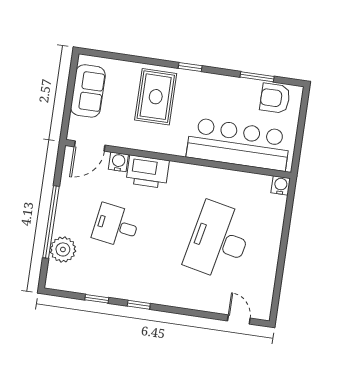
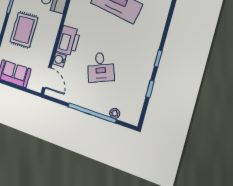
rug: (156, 97) -> (24, 30), turned 90
desk: (116, 226) -> (100, 67), turned -30
plant: (63, 249) -> (115, 113), width x0.53, depth x0.53

